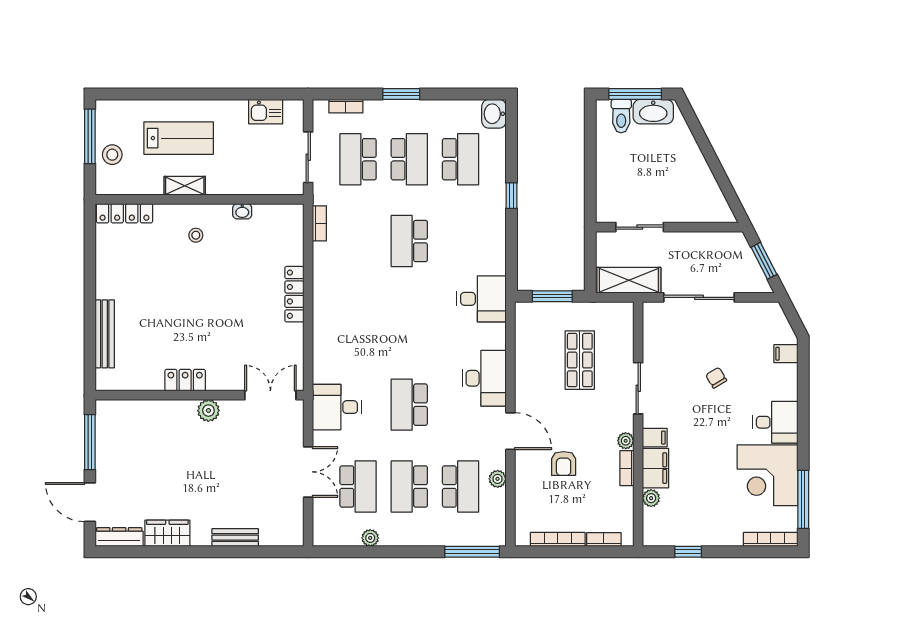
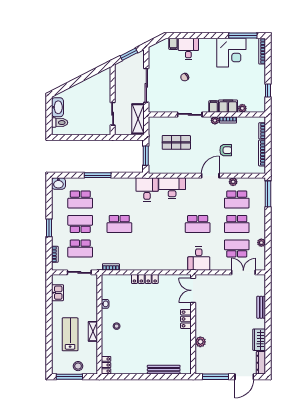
window: (635, 94) -> (49, 116), removed
school desk: (461, 159) -> (80, 199), turned 180
window: (511, 196) -> (98, 175), width x2.17
locker: (124, 213) -> (106, 365), width x0.66
desk: (484, 378) -> (172, 188), moved
locker: (185, 380) -> (186, 319), moved
plant: (208, 411) -> (200, 342), moved
desk: (775, 422) -> (188, 49), moved
double door: (308, 472) -> (243, 272), moved
school desk: (461, 486) -> (237, 199), turned 180

